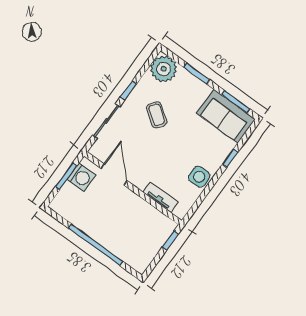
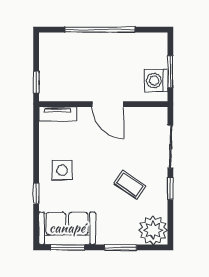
door: (114, 175) -> (108, 104), moved
side table: (199, 177) -> (62, 170), moved
tv unit: (161, 197) -> (58, 114), moved

